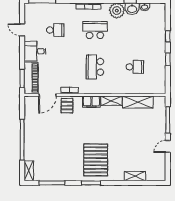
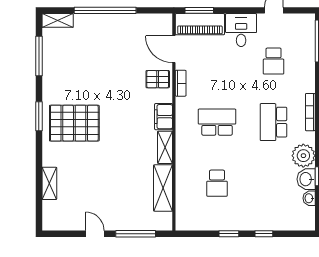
school desk: (95, 30) -> (274, 122), turned 180

